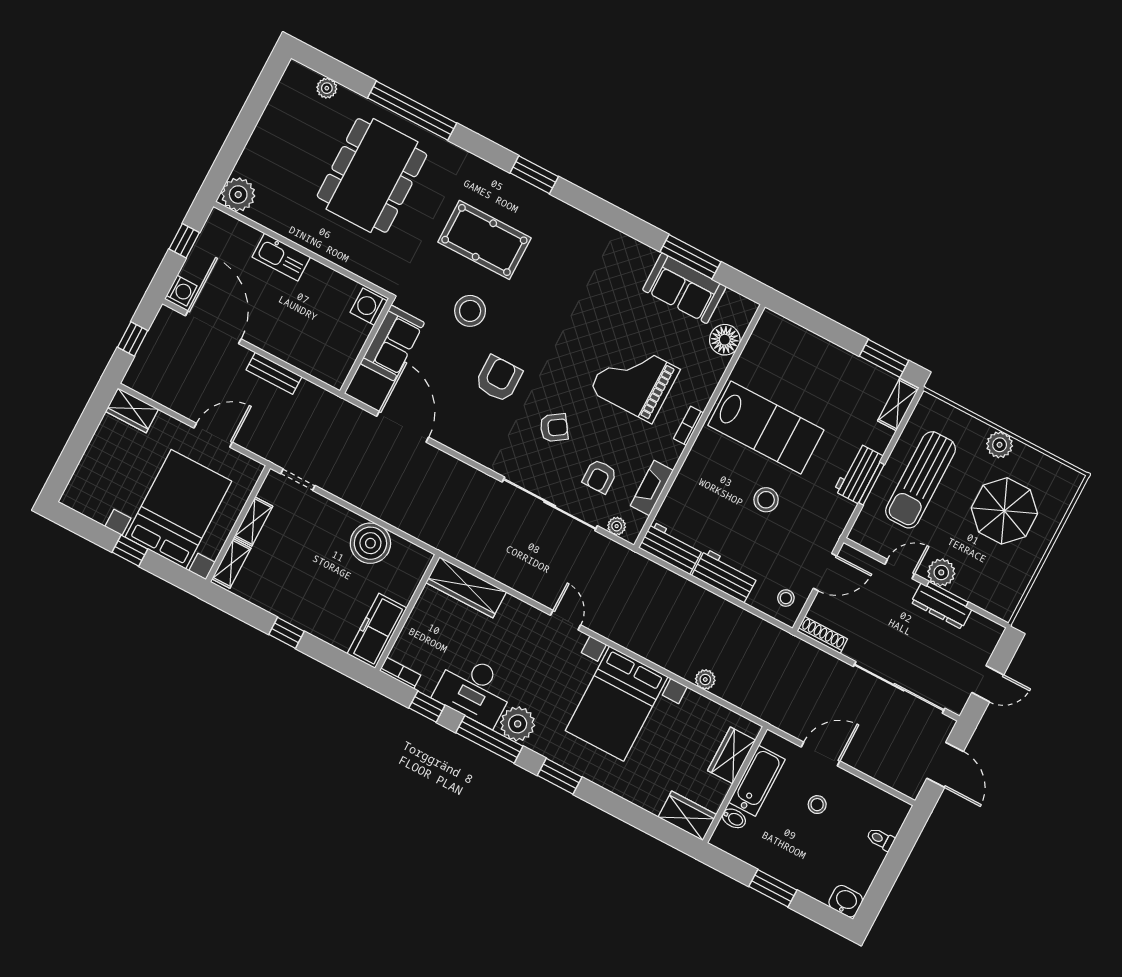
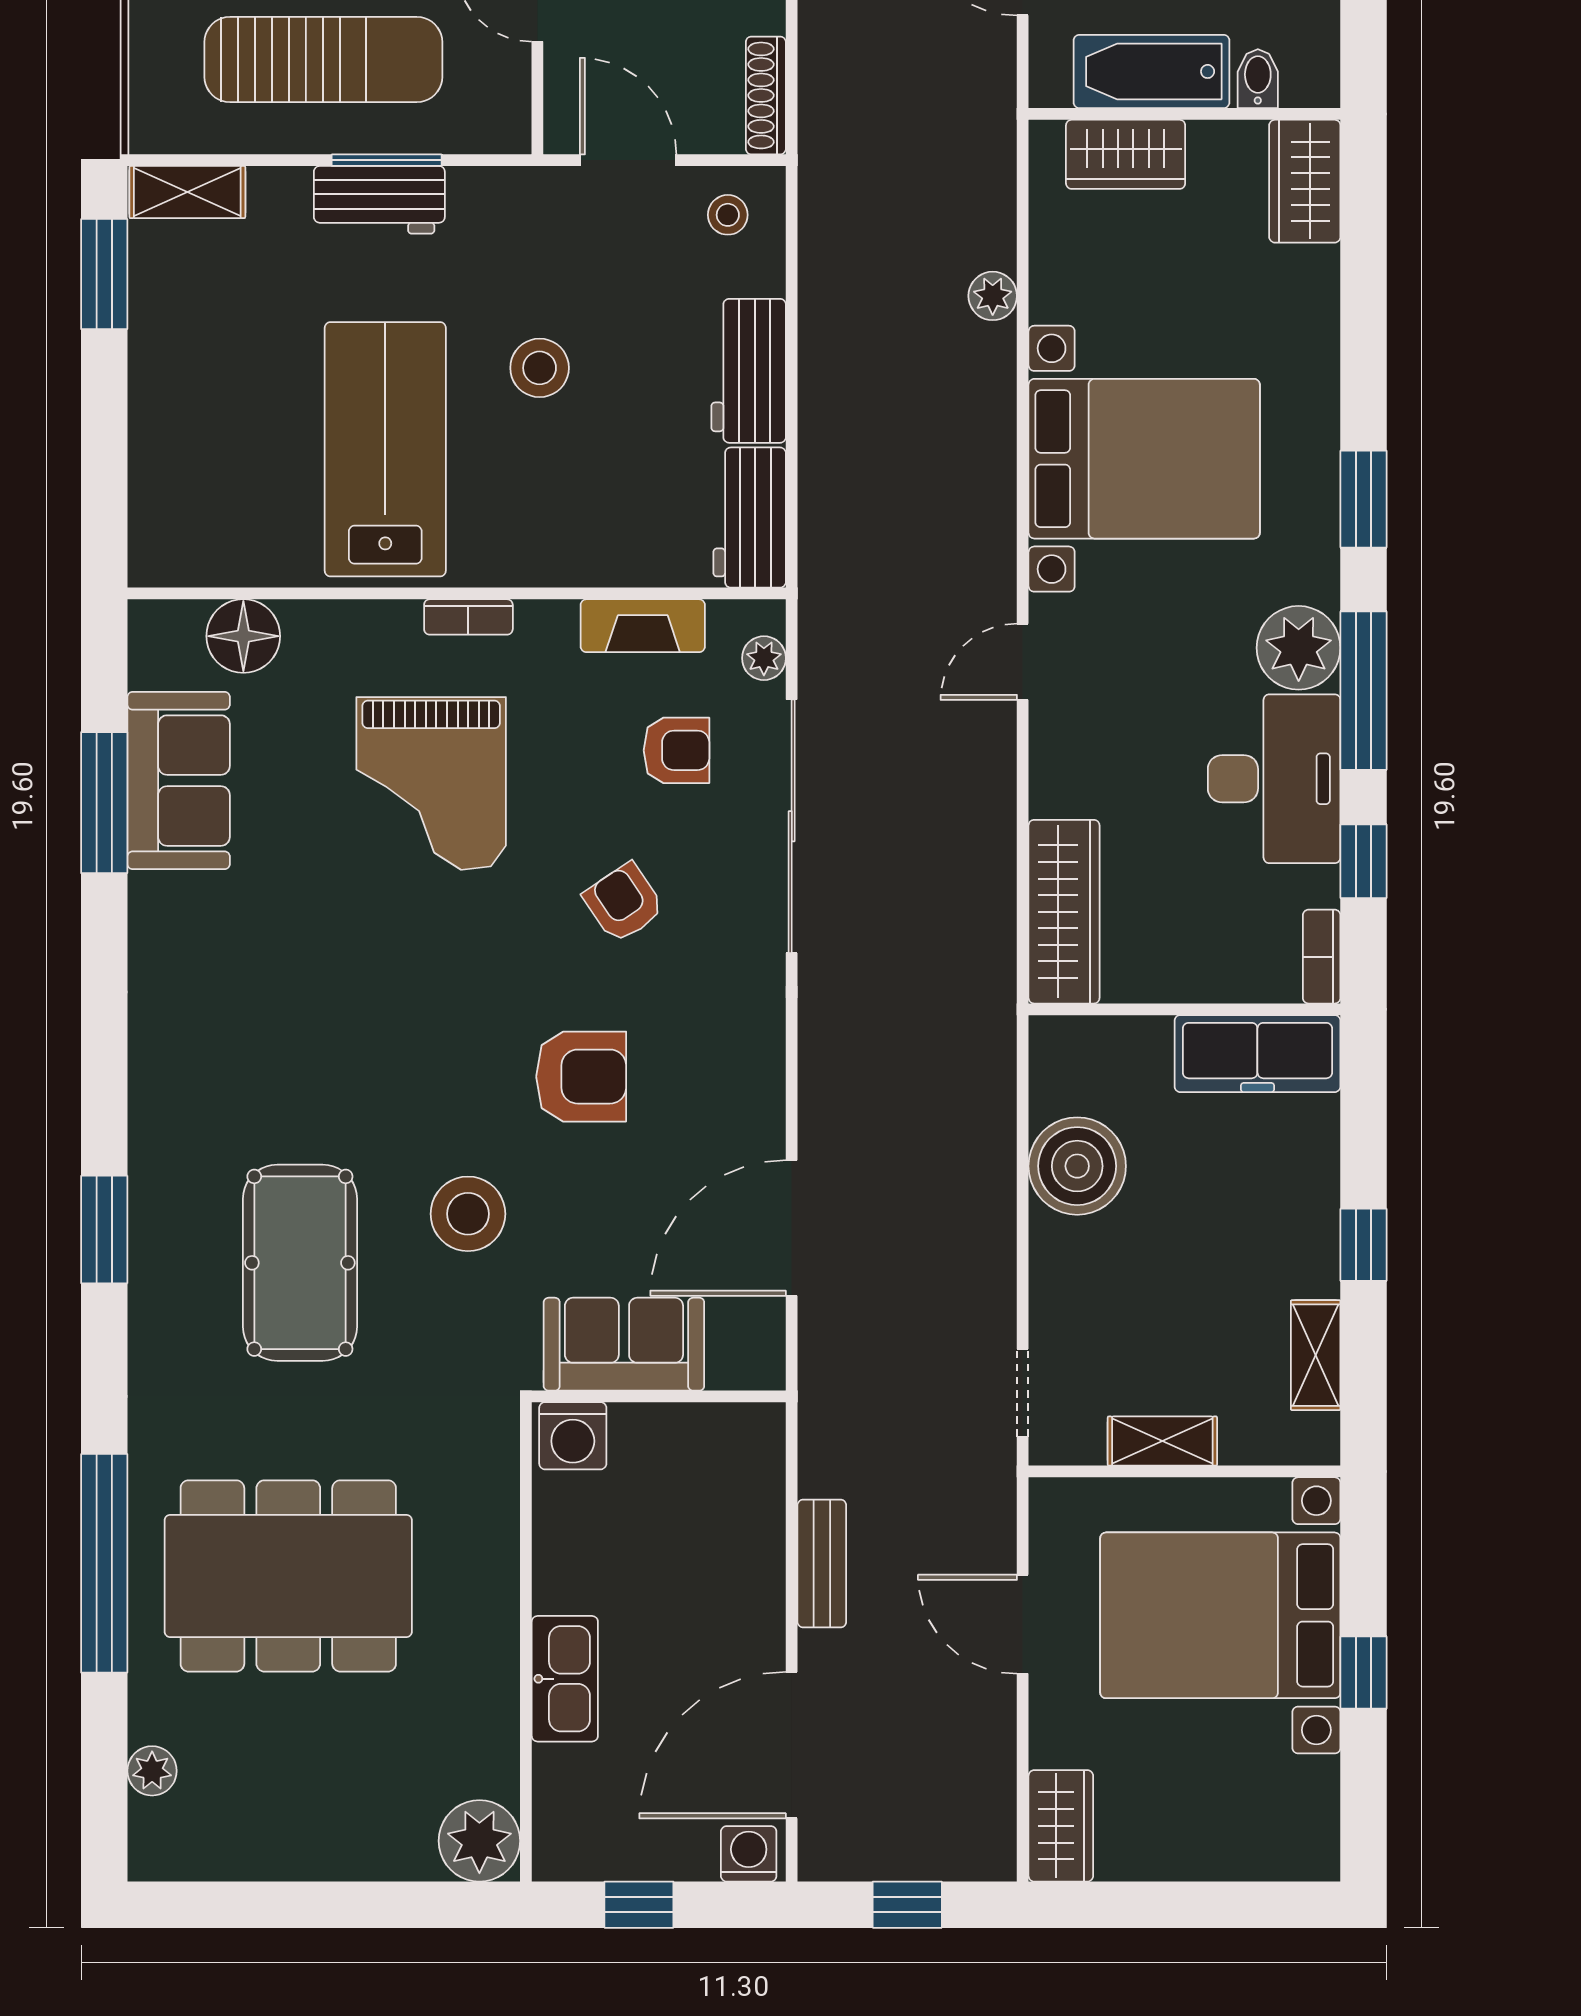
armchair: (499, 379) -> (581, 1077), turned 180
shelving: (231, 563) -> (1316, 1355), moved, turned 90

